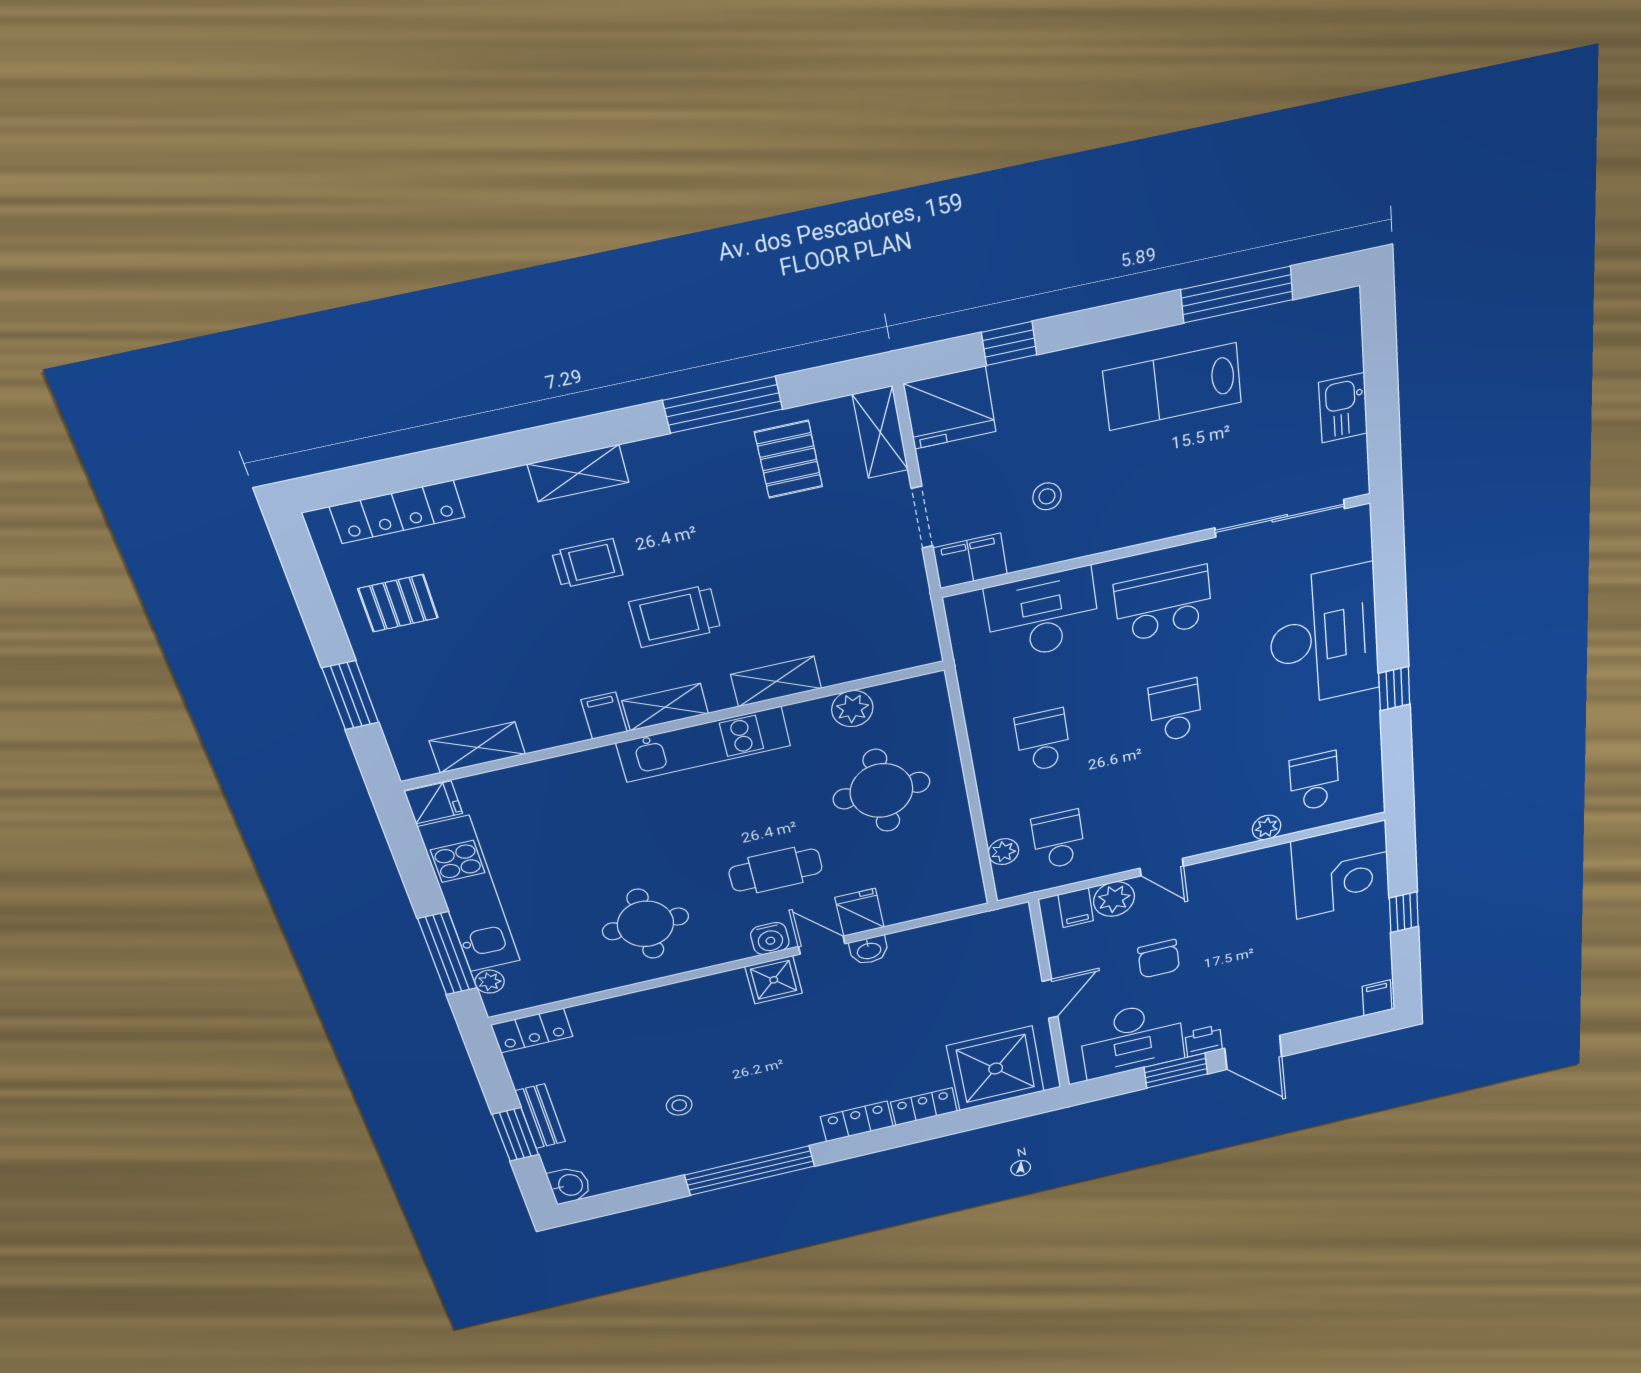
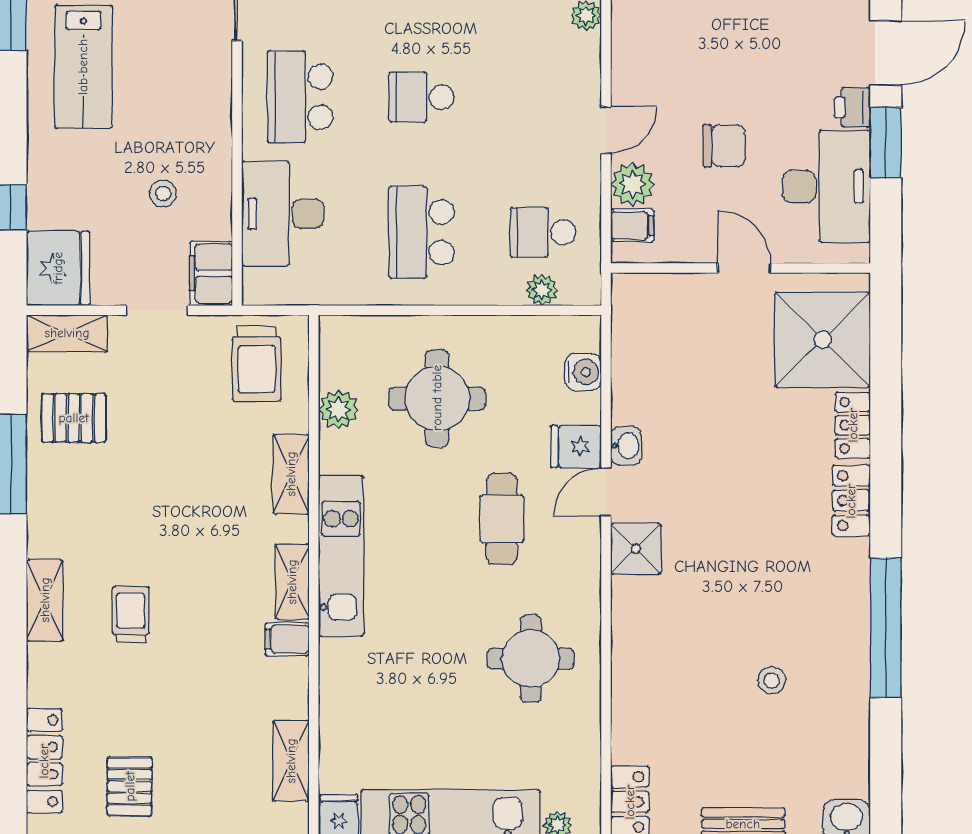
trolley: (675, 616) -> (257, 364), moved
school desk: (1043, 741) -> (421, 232), width x1.85
water cooler: (770, 939) -> (583, 372), moved

